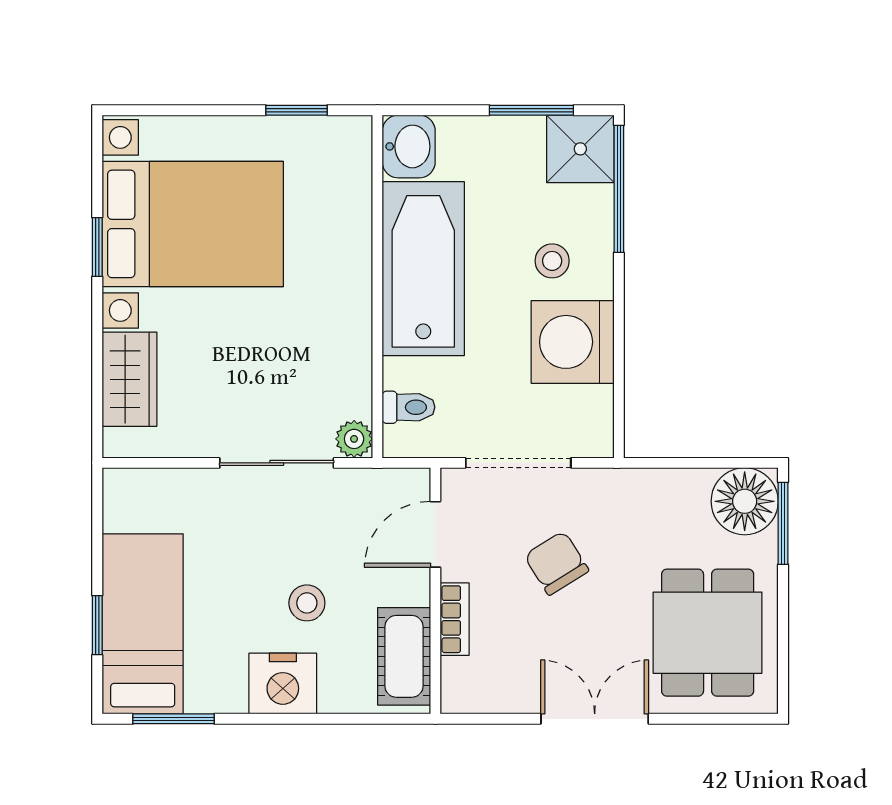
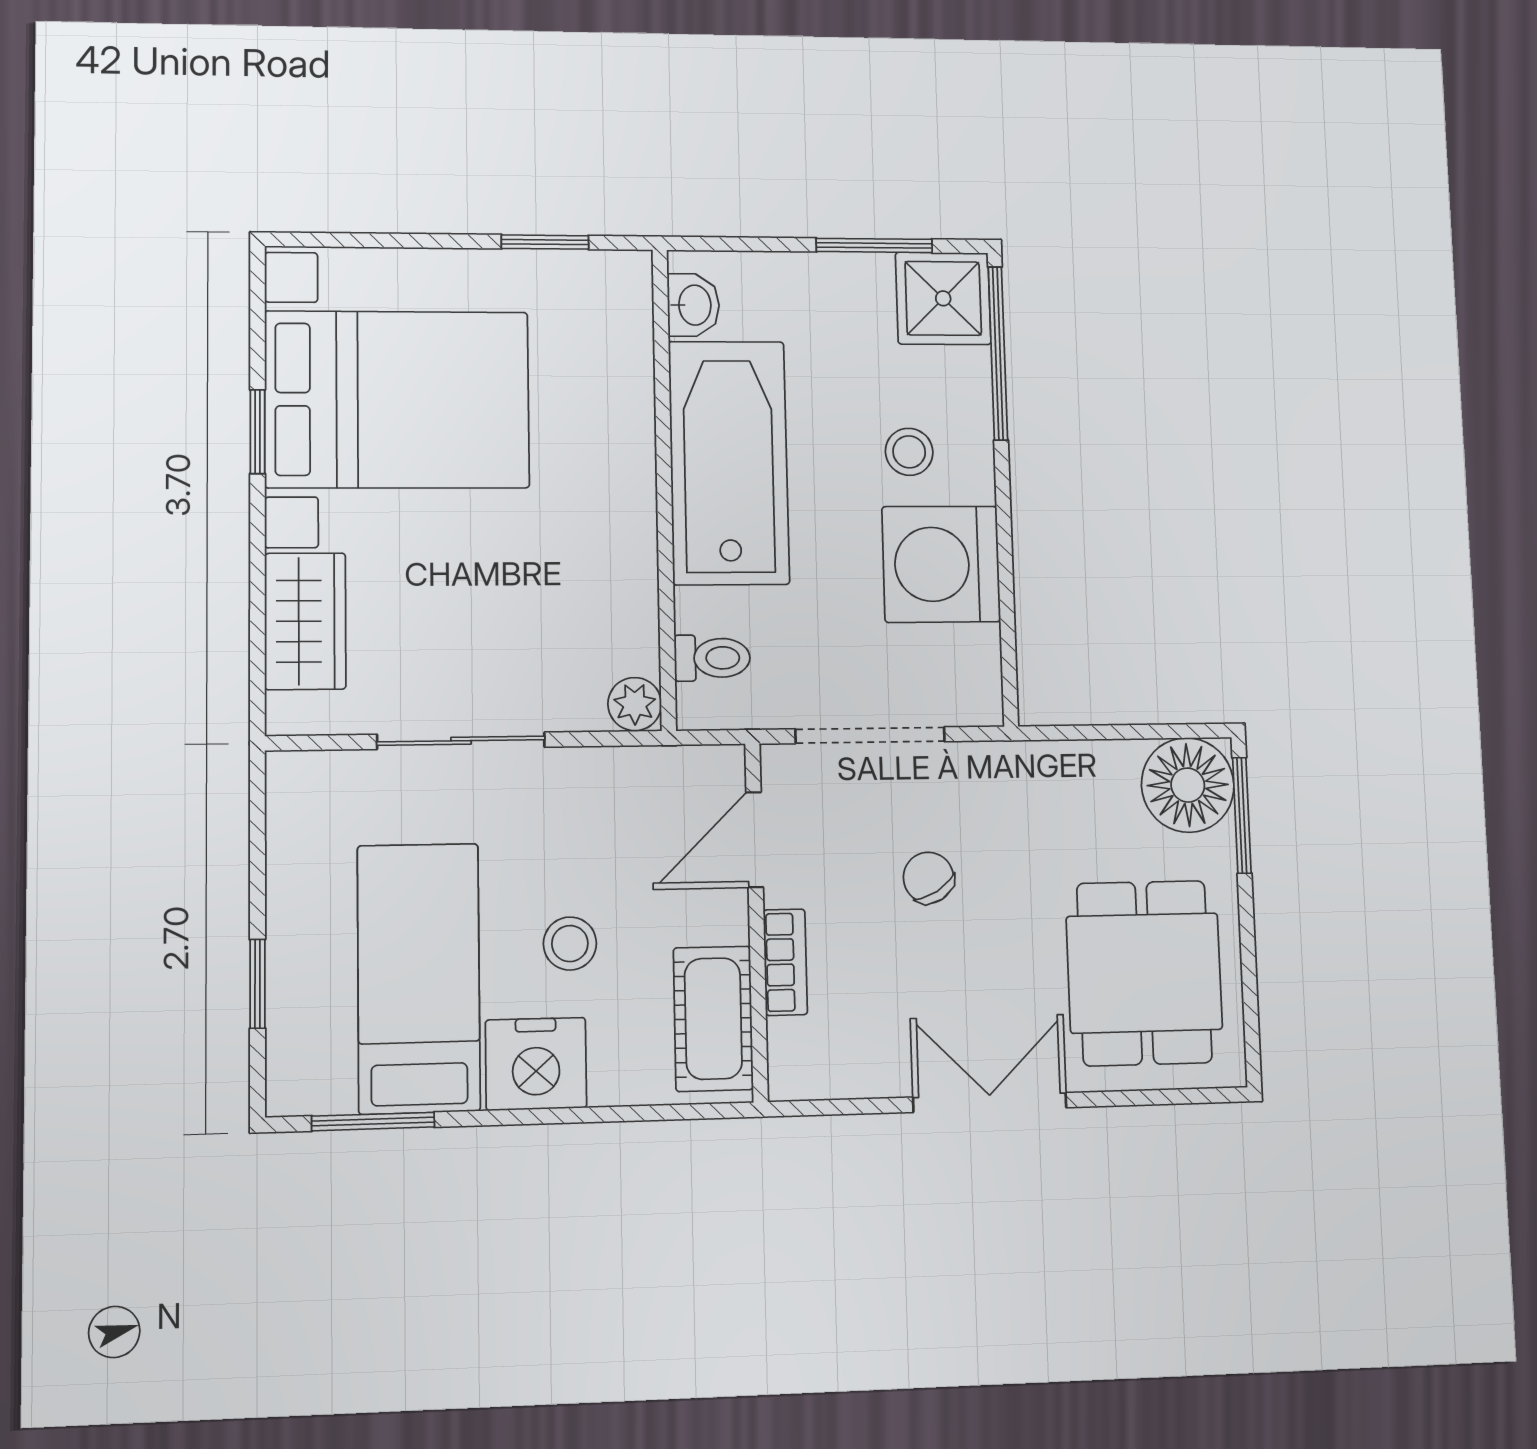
washbasin: (409, 146) -> (693, 305), width x0.72, depth x0.69
sliding door: (277, 463) -> (461, 741), moved
chair: (556, 563) -> (928, 878), width x0.73, depth x0.73
bed: (143, 624) -> (419, 978), moved

